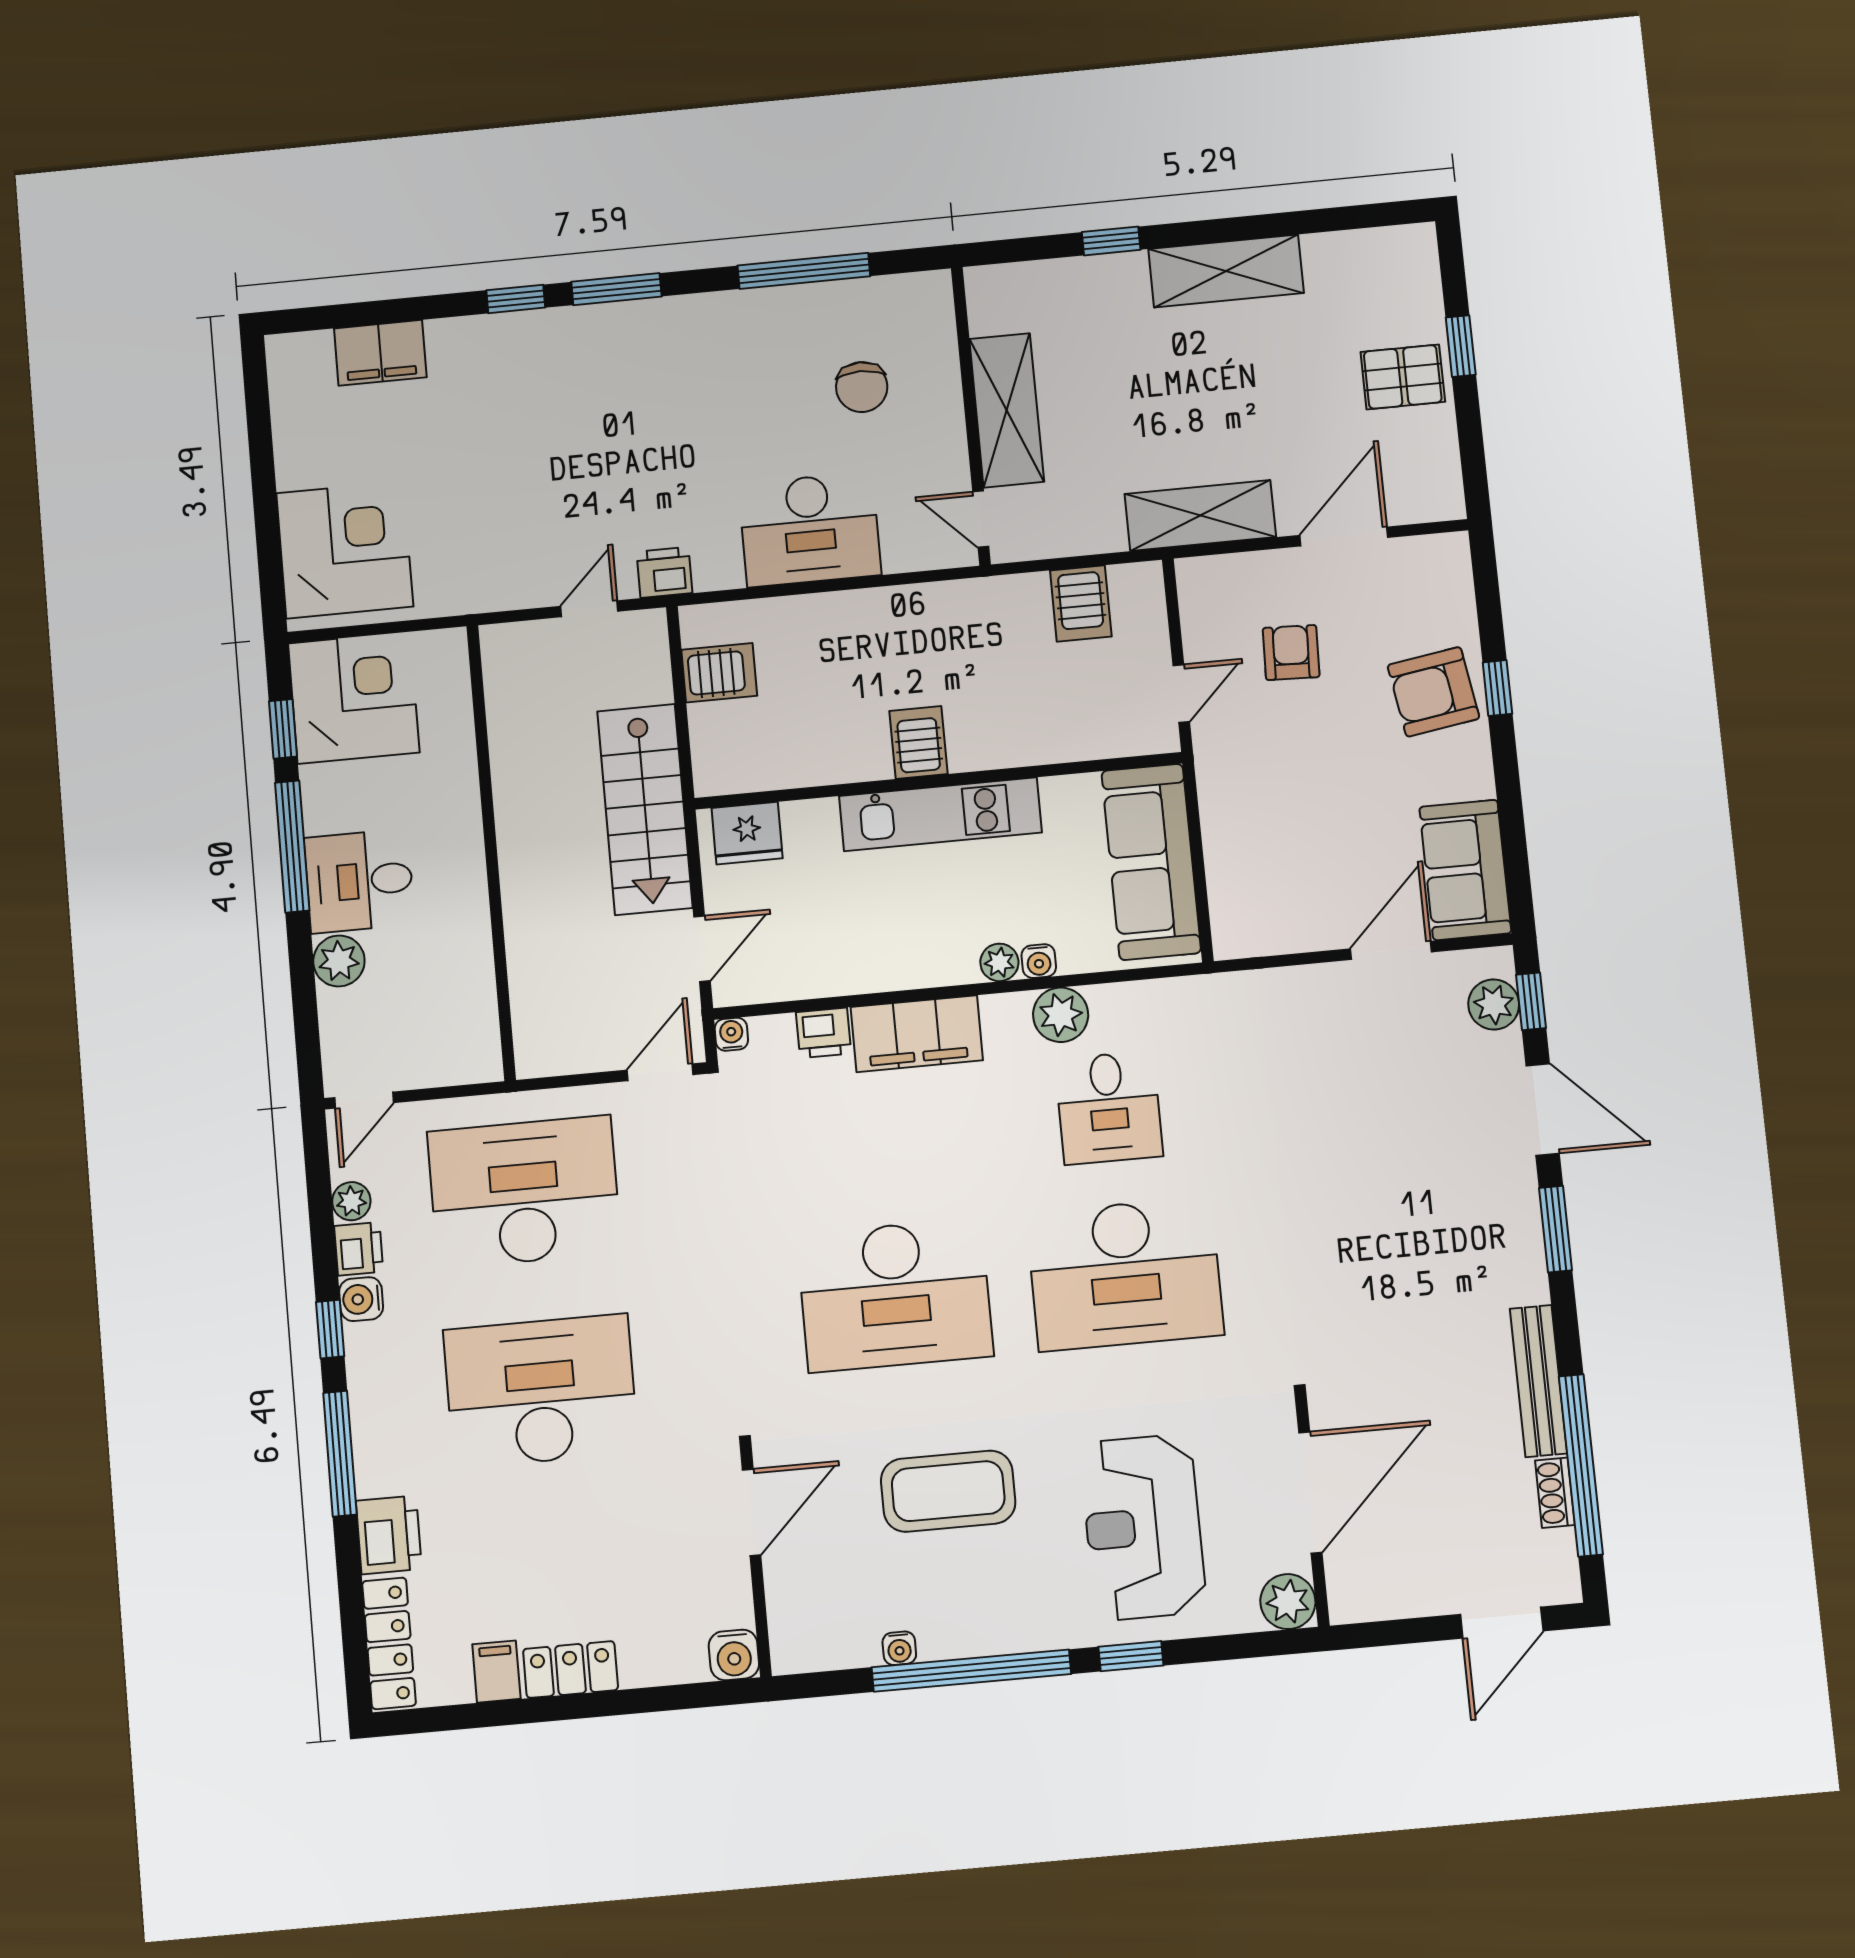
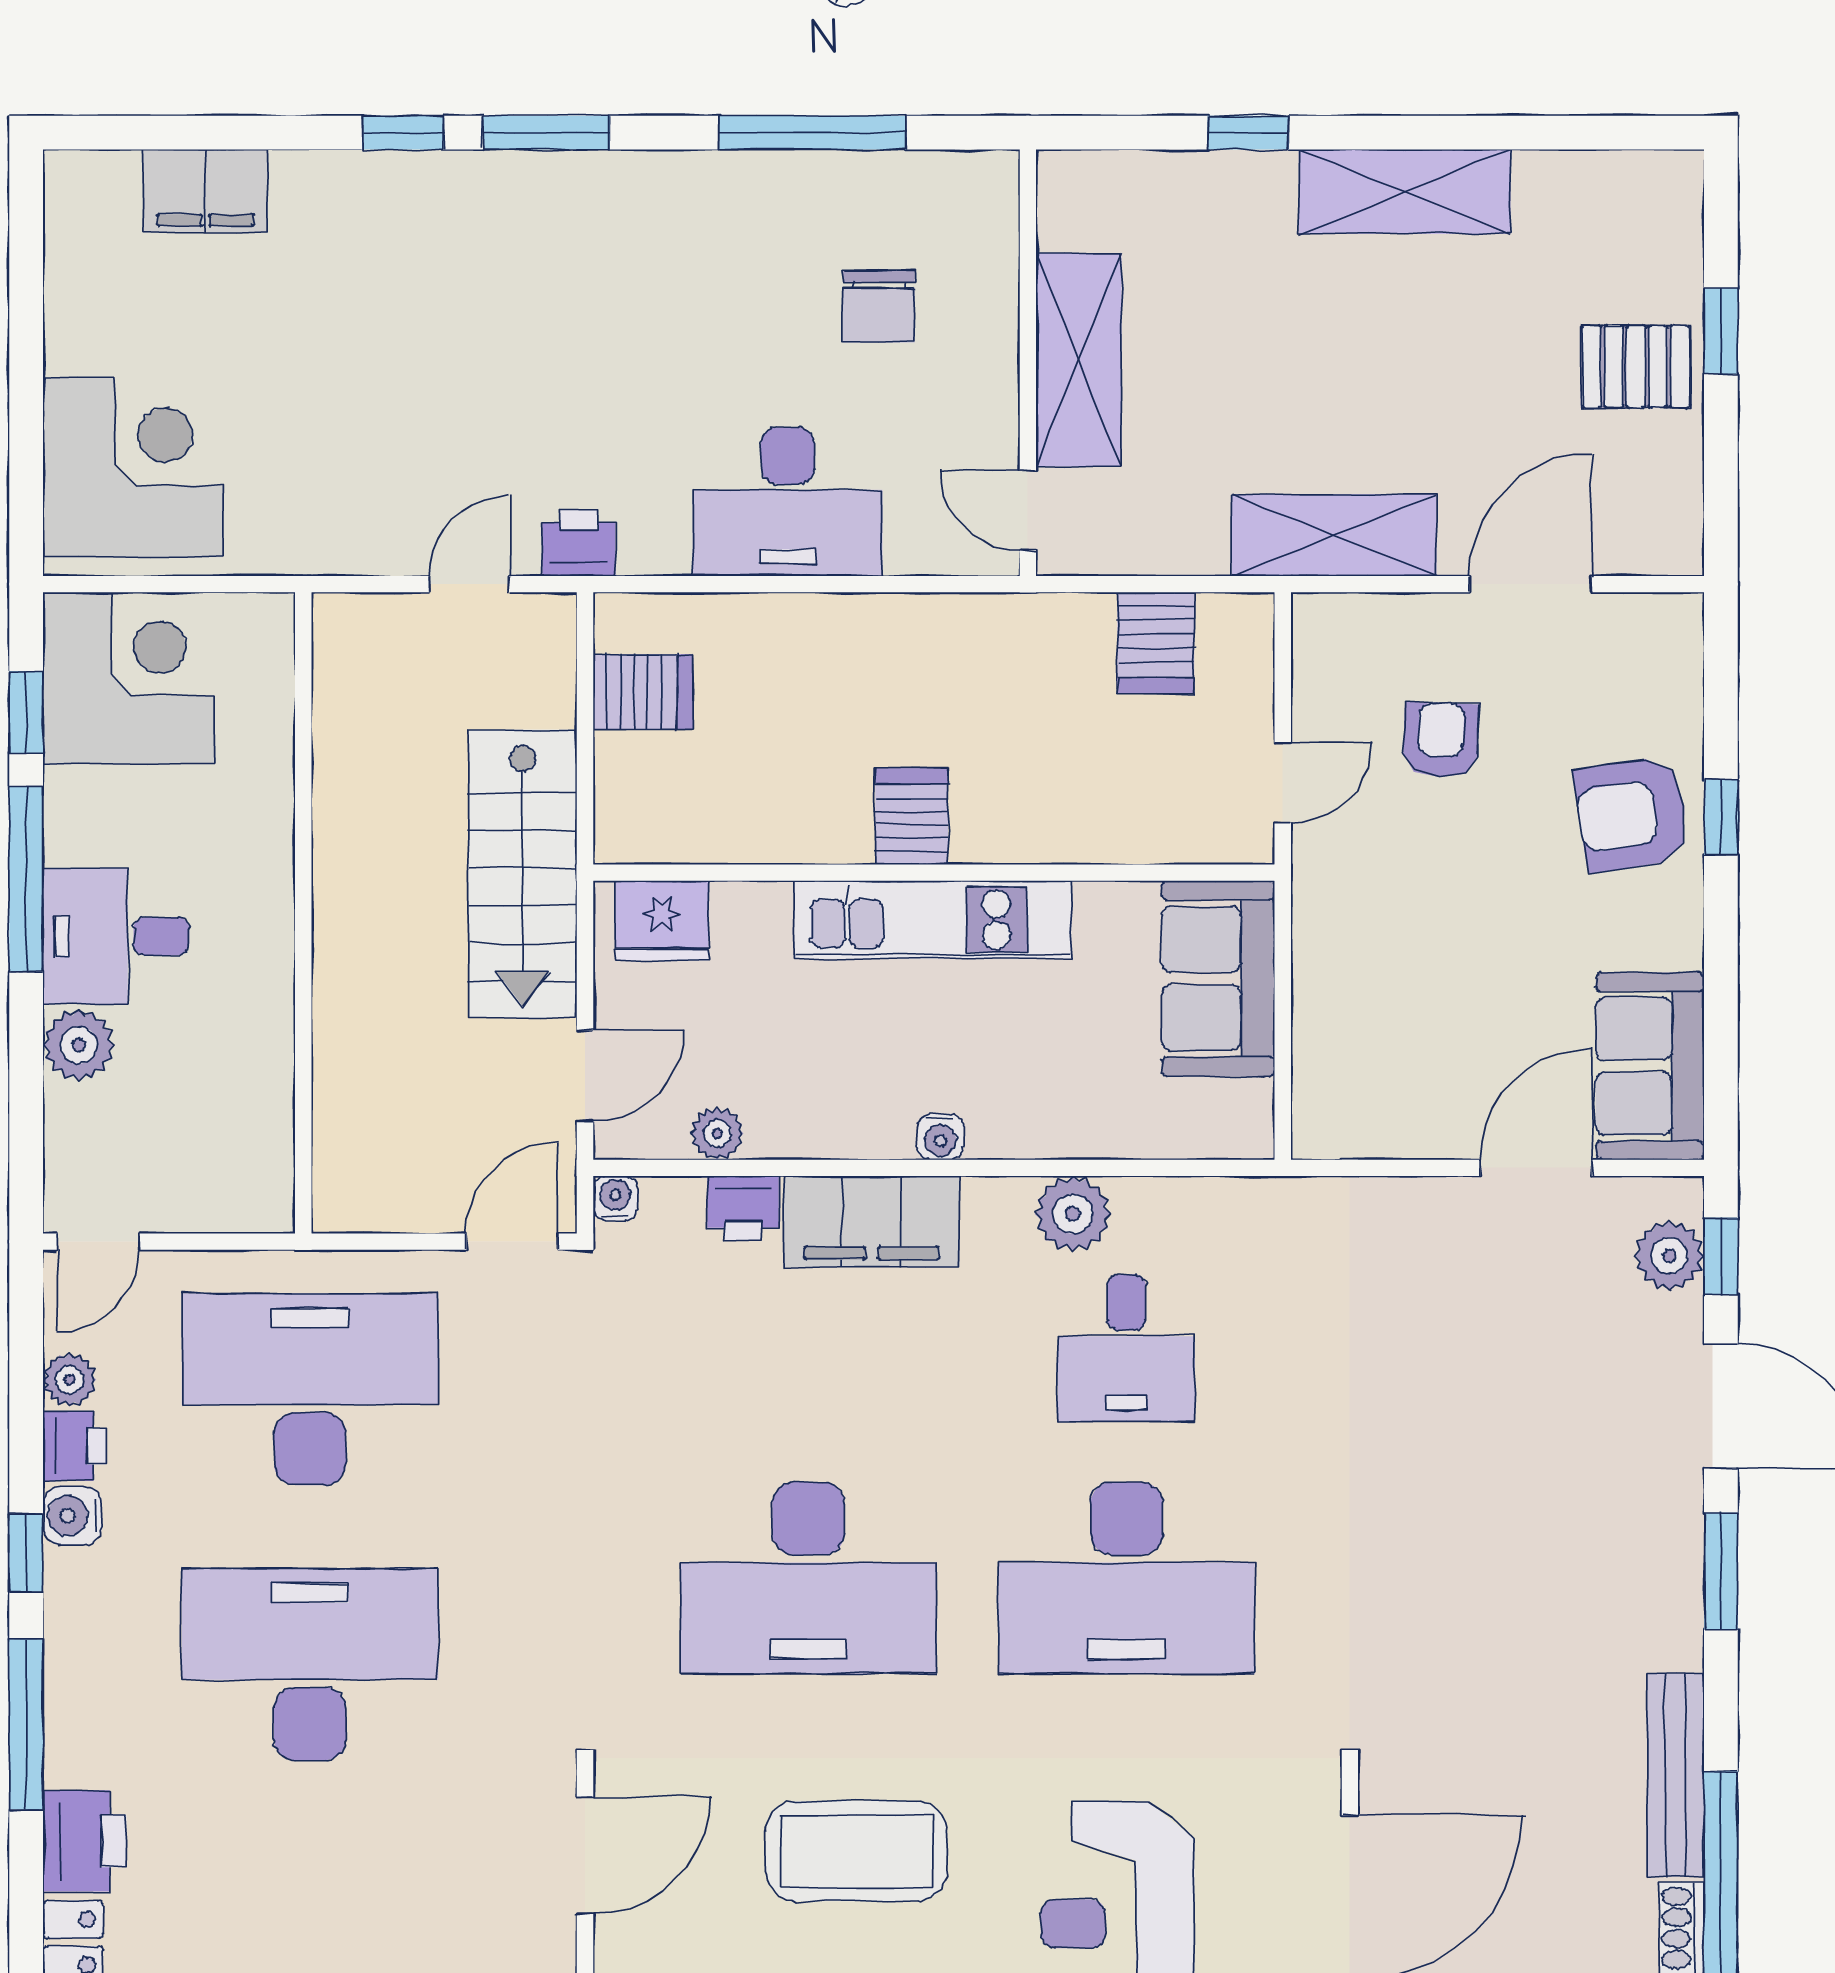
sofa: (1151, 862) -> (1218, 978), width x0.73
water cooler: (1039, 961) -> (940, 1137), moved
plant: (999, 962) -> (717, 1133), moved

